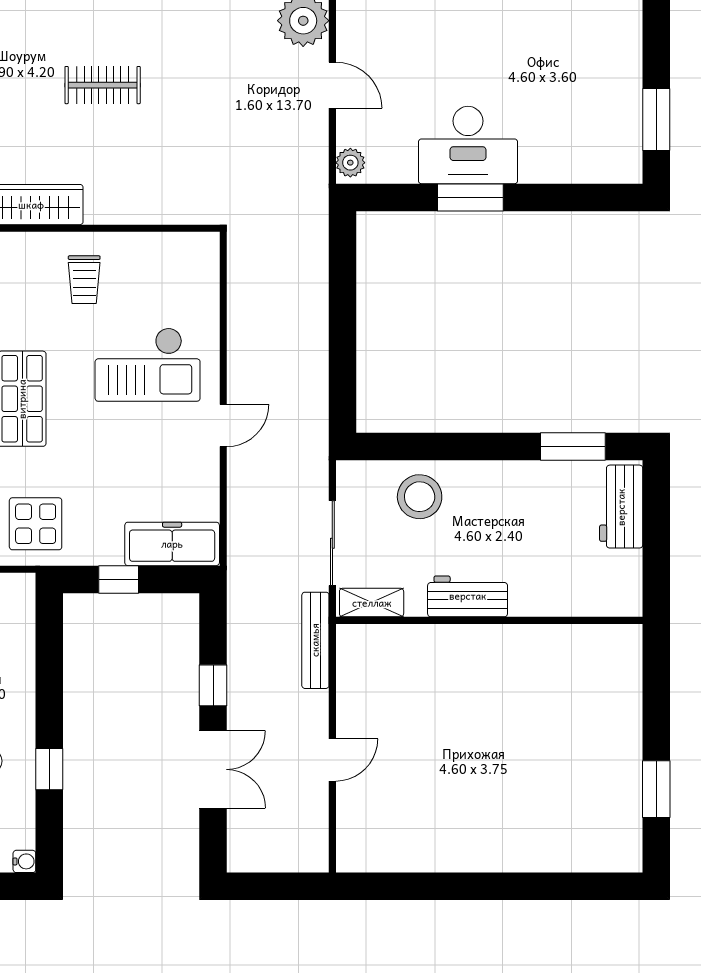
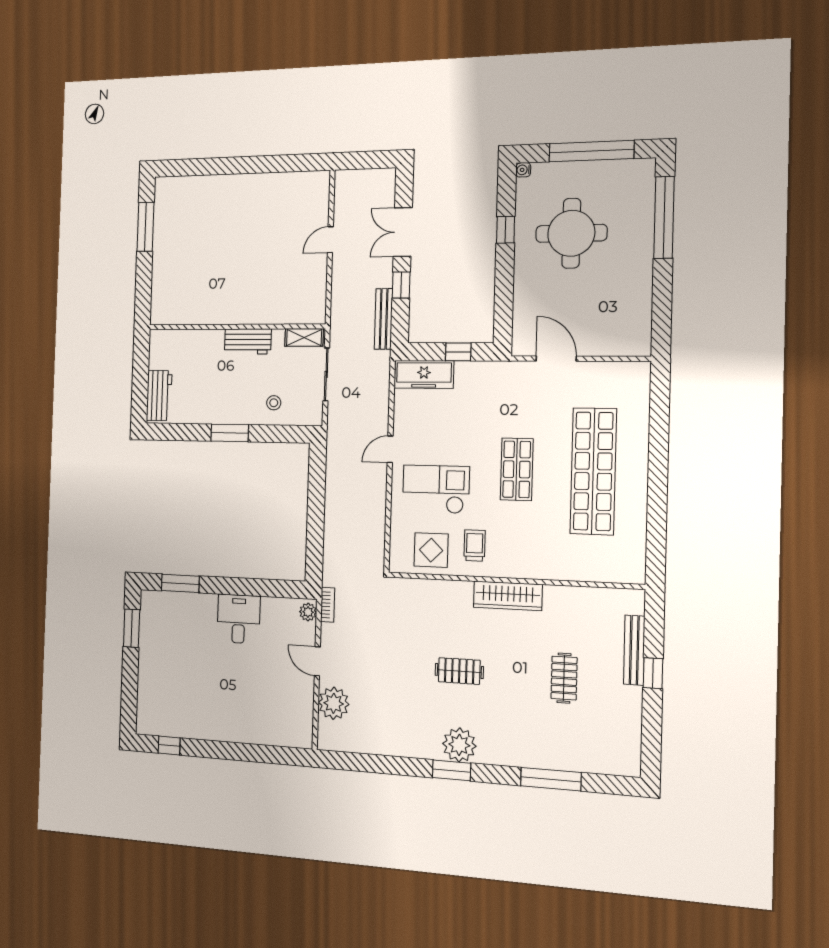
desk: (468, 145) -> (239, 619), width x0.73
bookcase: (318, 176) -> (328, 605), added
window: (470, 198) -> (180, 583), moved
window: (573, 446) -> (230, 433), moved
stool: (420, 497) -> (274, 403), width x0.53, depth x0.53
display table: (36, 524) -> (431, 550), moved
bench: (315, 640) -> (384, 319), moved
window: (656, 789) -> (146, 227), width x1.44

